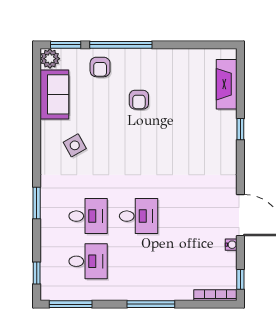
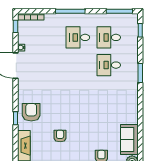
armchair: (139, 100) -> (60, 136), moved
armchair: (215, 139) -> (31, 112), added
side table: (75, 145) -> (117, 108), removed
desk: (139, 216) -> (78, 37), moved

